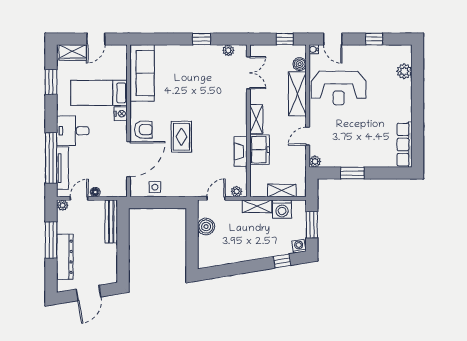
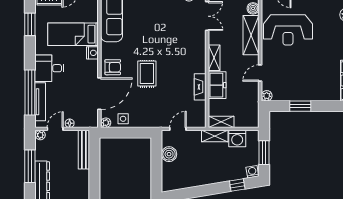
plant: (237, 191) -> (106, 123), moved
shelving: (282, 191) -> (221, 122), moved

